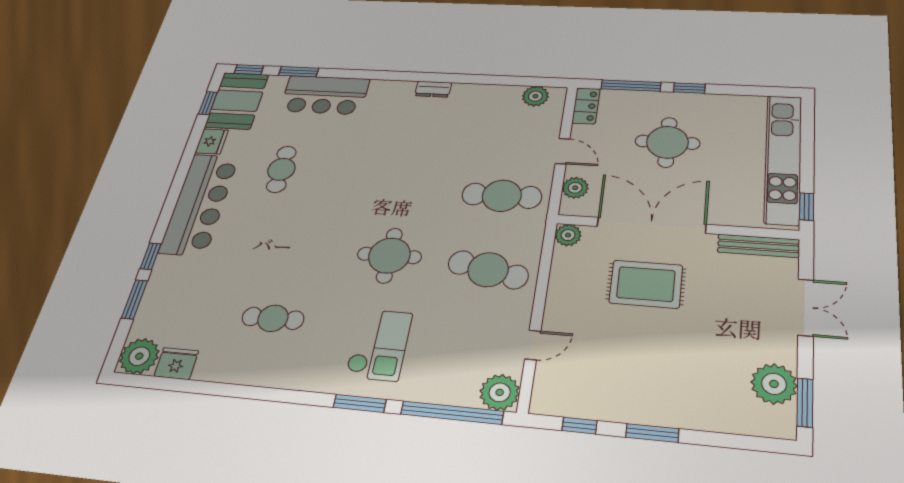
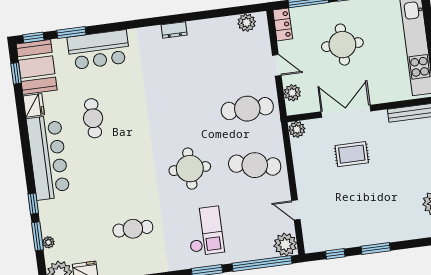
double door: (651, 225) -> (346, 111), width x0.73
rug: (646, 284) -> (352, 154), width x0.73, depth x0.70
plant: (145, 310) -> (48, 242), added
door: (533, 345) -> (296, 210), swing flipped

